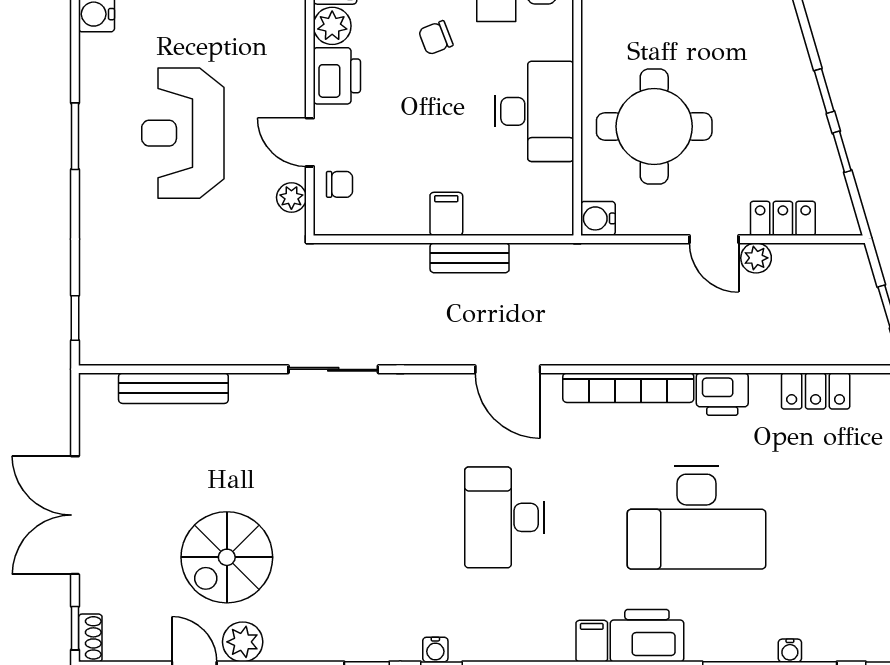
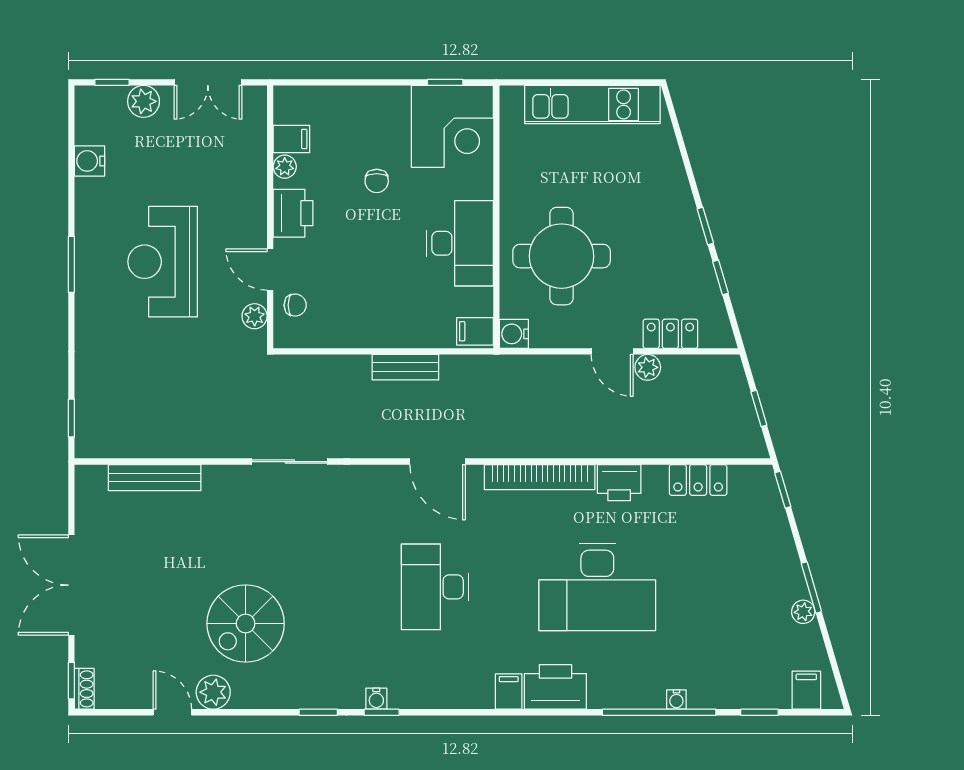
plant: (332, 26) -> (285, 167), width x0.73, depth x0.73
chair: (436, 38) -> (377, 181), turned -69
filing cabinet: (446, 214) -> (475, 331), moved, turned -90
spiral stairs: (227, 557) -> (246, 624), moved

